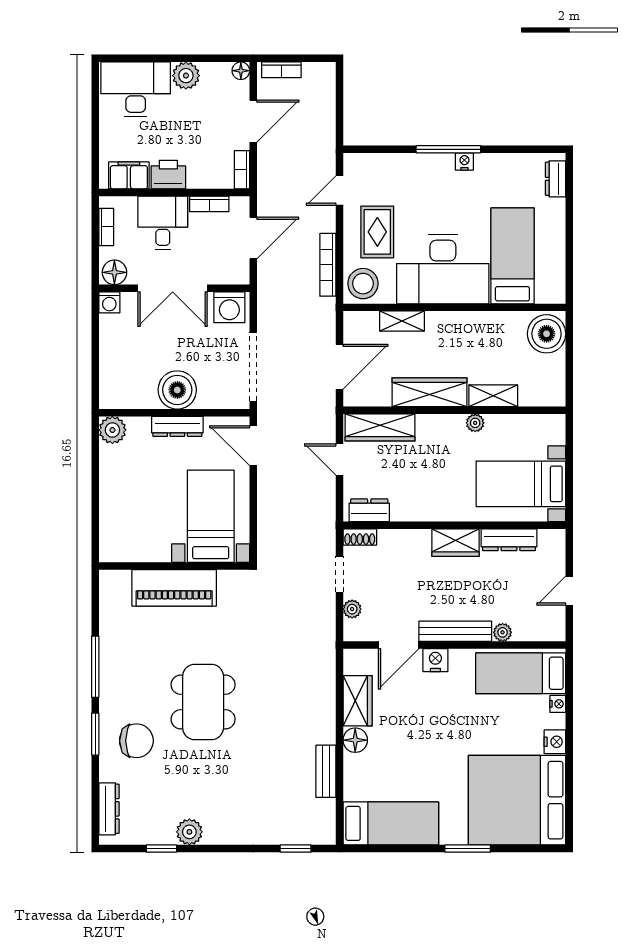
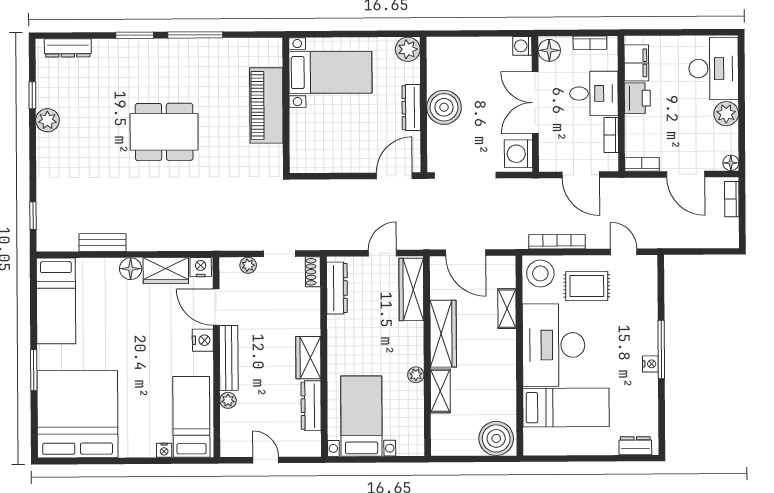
dresser: (369, 510) -> (337, 288), width x1.44
bed with nightstands: (211, 516) -> (330, 72), moved
chair: (136, 741) -> (129, 72), removed
nightstand: (555, 742) -> (201, 267), moved, turned 180

